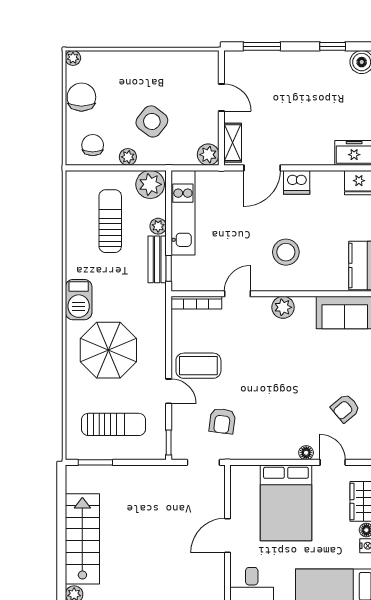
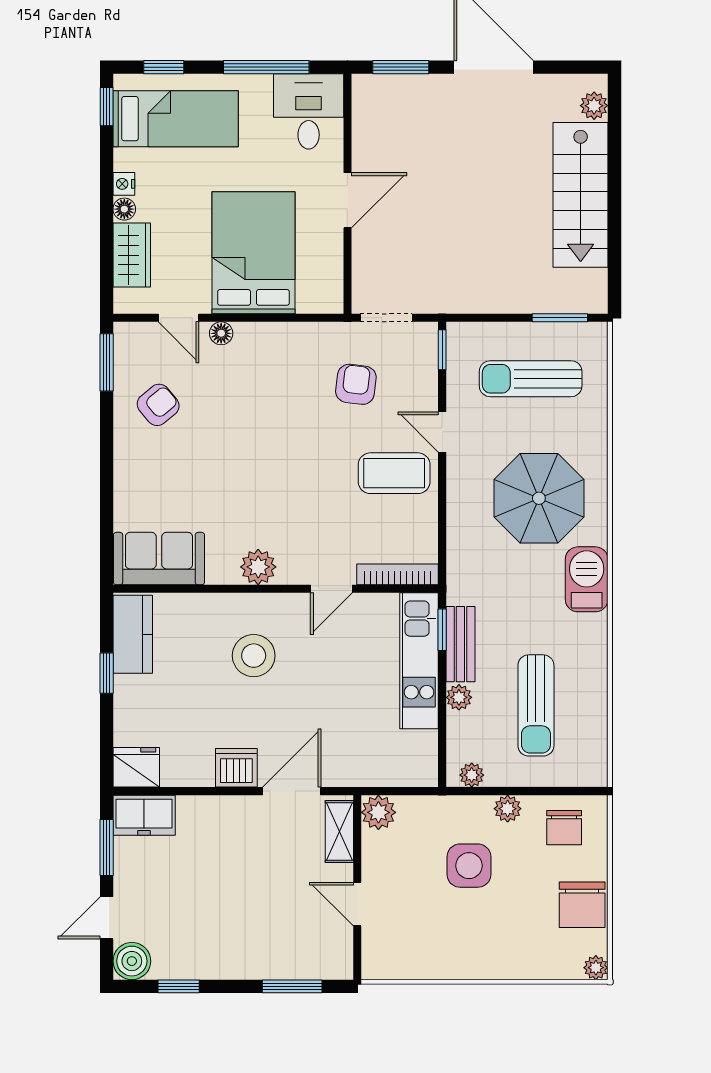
side table: (152, 121) -> (469, 866), turned -38
plant: (150, 184) -> (472, 775), width x0.53, depth x0.53
kitchen unit: (183, 213) -> (419, 661), moved

